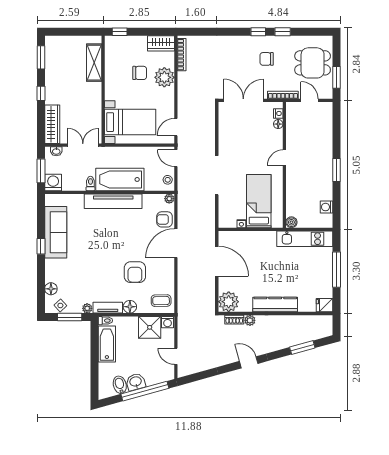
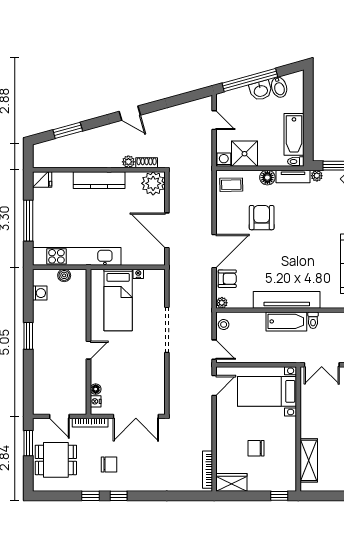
plant: (164, 77) -> (227, 443), removed
bathtub: (120, 179) -> (286, 321), width x0.73, depth x0.73
boiler: (291, 222) -> (64, 275), moved
kitchen unit: (305, 239) -> (77, 256), width x1.36

